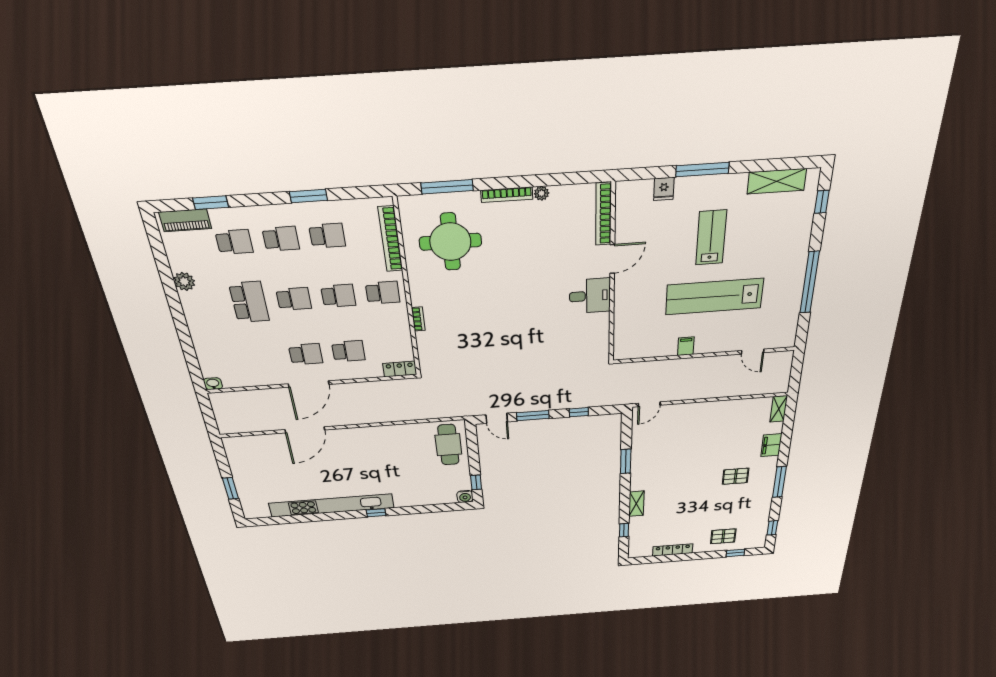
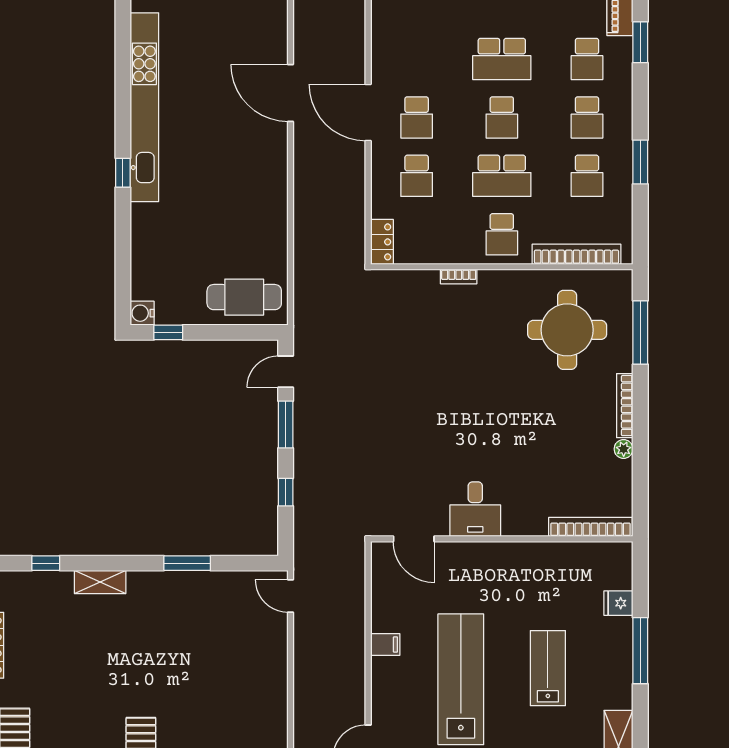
lab bench: (711, 238) -> (548, 668), turned -90
door: (612, 259) -> (414, 539), moved
school desk: (338, 296) -> (502, 176), width x1.85

